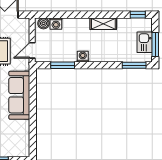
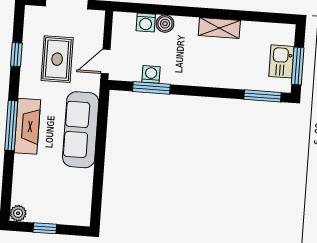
window: (138, 15) -> (274, 18), removed
boiler: (43, 23) -> (165, 24), moved
washing machine: (83, 57) -> (151, 74), moved

